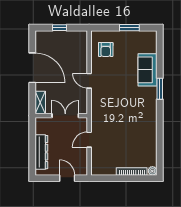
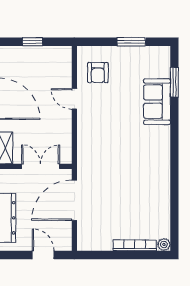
door: (89, 81) -> (74, 99), moved
window: (160, 89) -> (174, 82), moved
door: (89, 140) -> (74, 200), width x1.88

